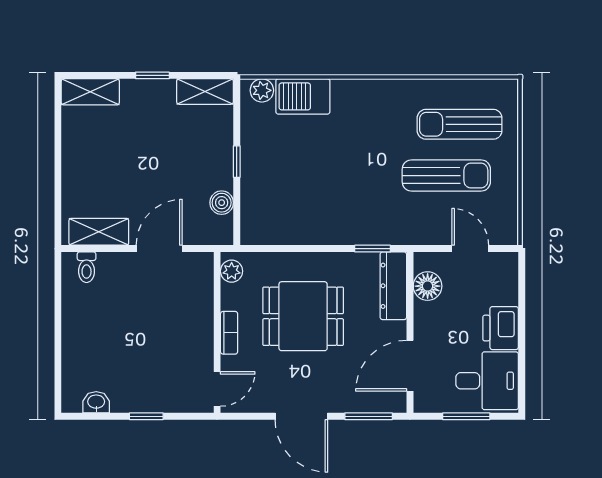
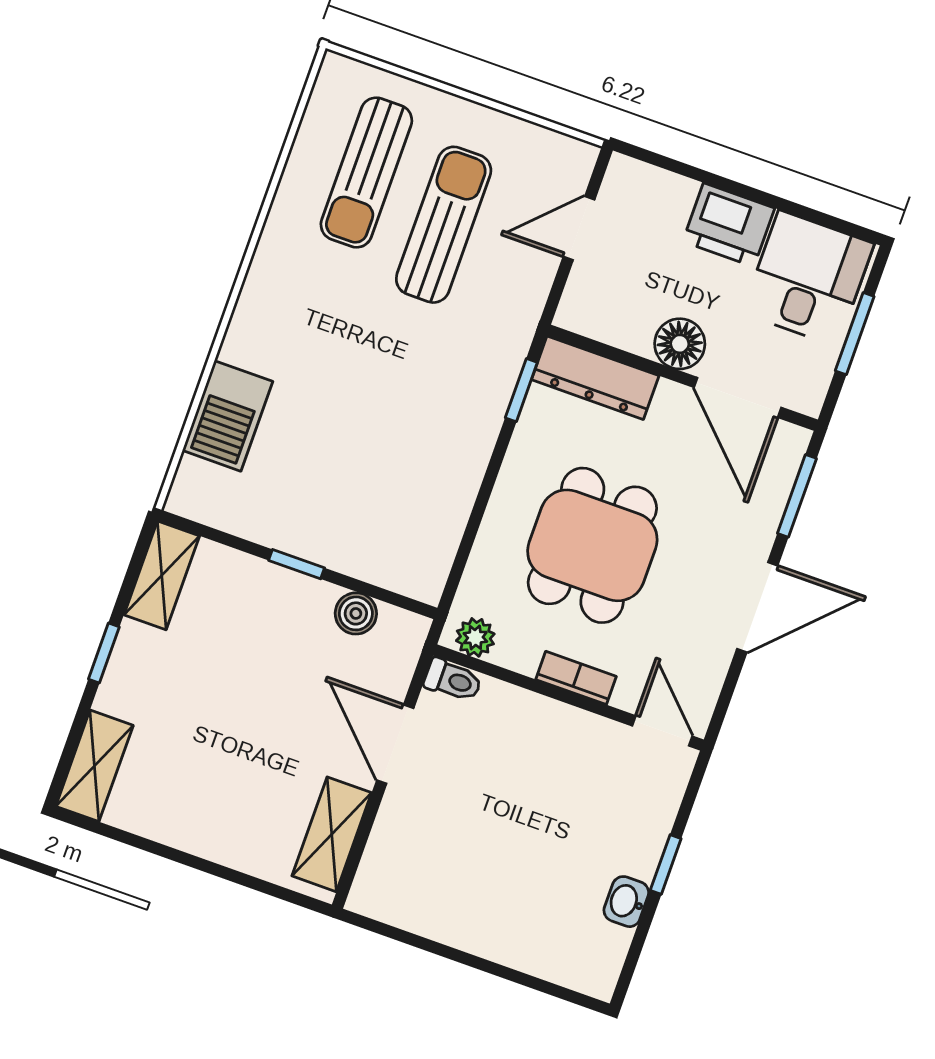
plant: (262, 90) -> (193, 480), removed
toilet: (87, 267) -> (453, 680), moved
floor lamp: (428, 286) -> (680, 344), moved
washbasin: (96, 402) -> (626, 902), moved

